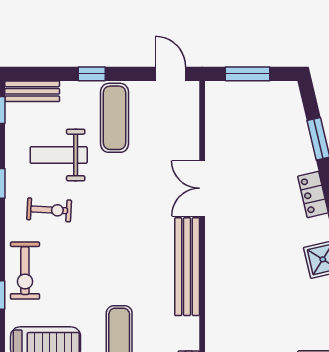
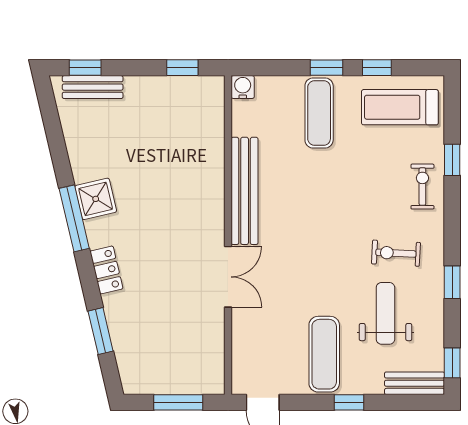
weight bench: (59, 155) -> (385, 313), turned -90
exercise bike: (25, 271) -> (422, 187), width x0.73, depth x0.72

